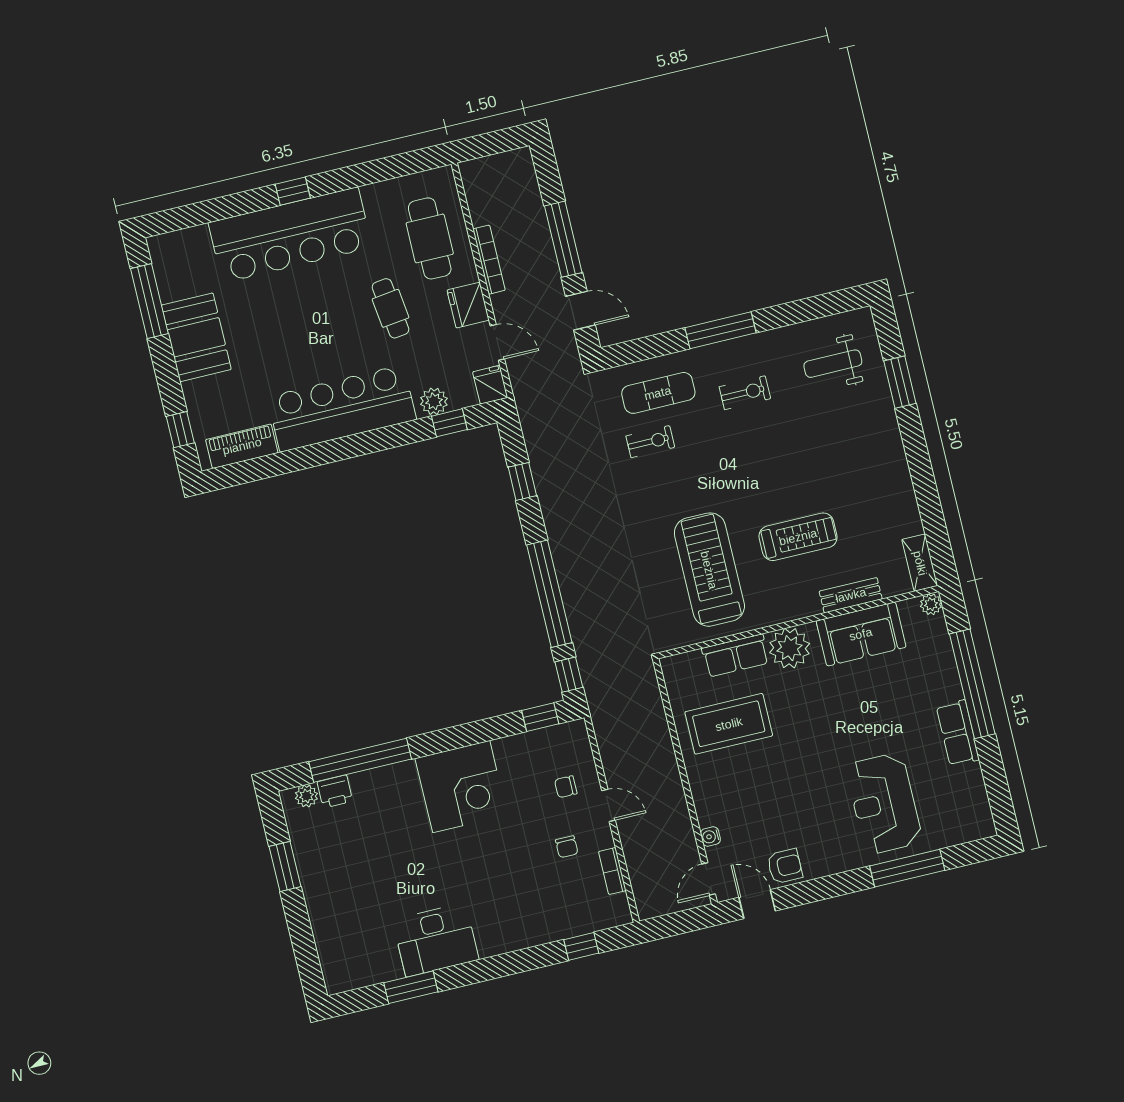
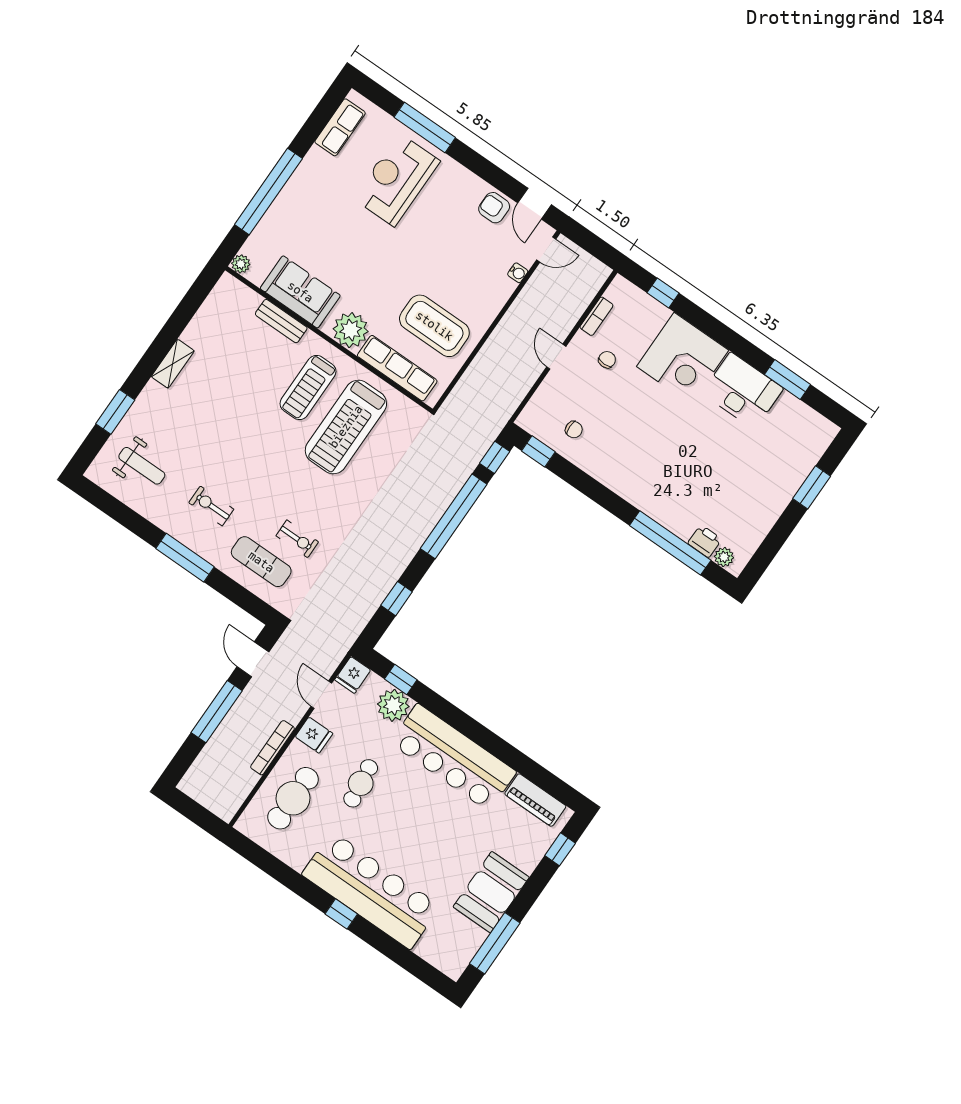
fridge: (468, 305) -> (314, 735), width x0.72
plant: (434, 401) -> (393, 705), width x1.36, depth x1.36
exercise bike: (650, 442) -> (297, 539), turned 180
treadmill: (798, 537) -> (308, 387), moved, turned -90
shelving: (920, 563) -> (173, 364), moved
row of seats: (735, 656) -> (397, 368), width x1.48
row of seats: (958, 733) -> (340, 127), moved
corner desk: (461, 787) -> (683, 358), moved, turned 180
chair: (566, 787) -> (574, 430), moved
reception desk: (884, 804) -> (397, 180), turned 180
window: (285, 867) -> (812, 487), moved

